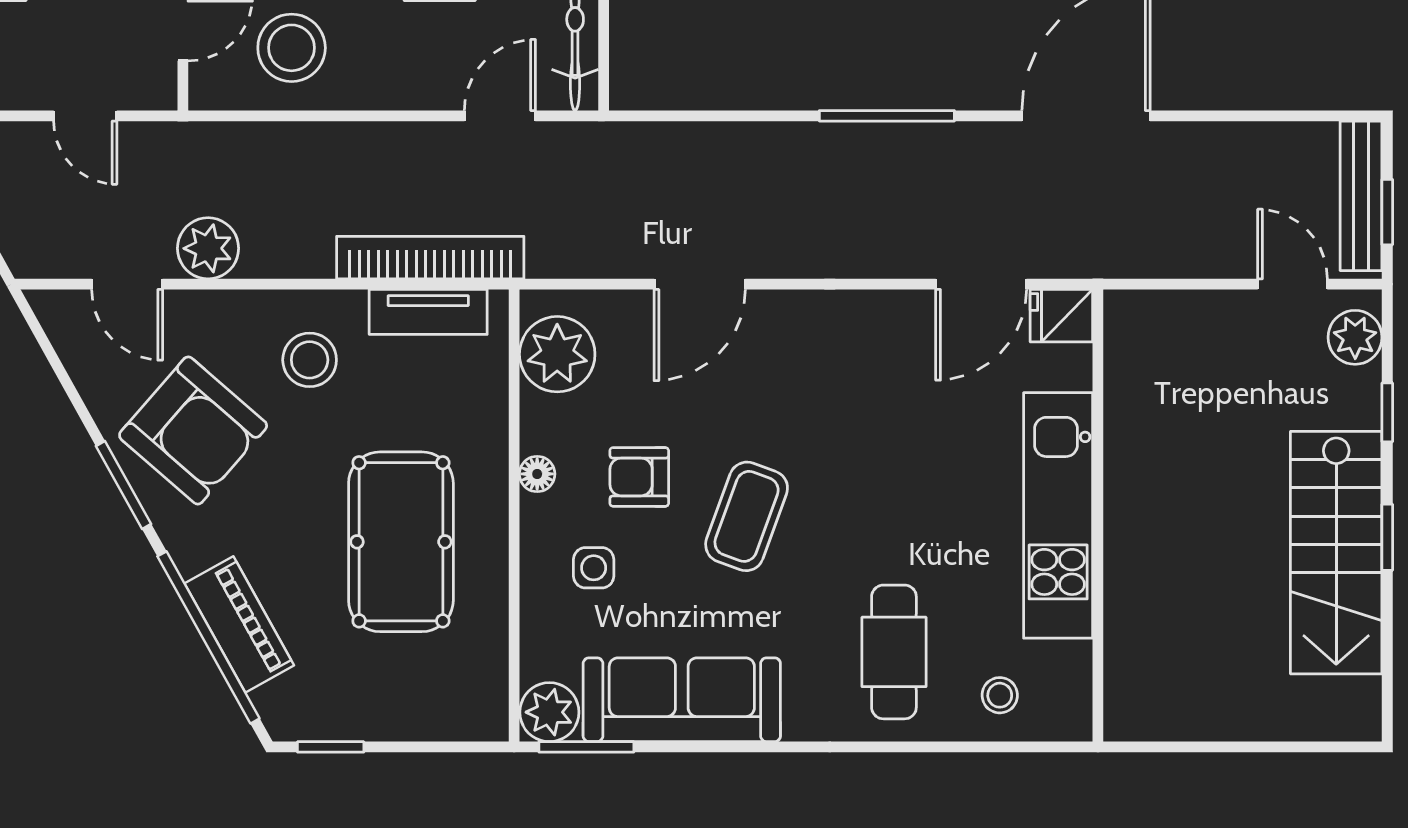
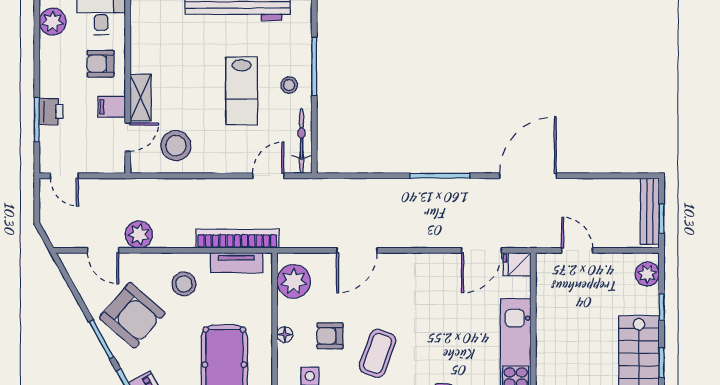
door: (85, 116) -> (64, 176), moved
door: (1293, 284) -> (577, 250), moved

